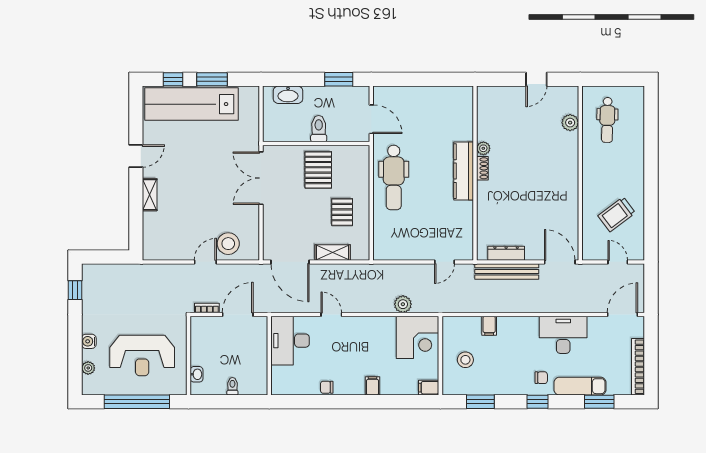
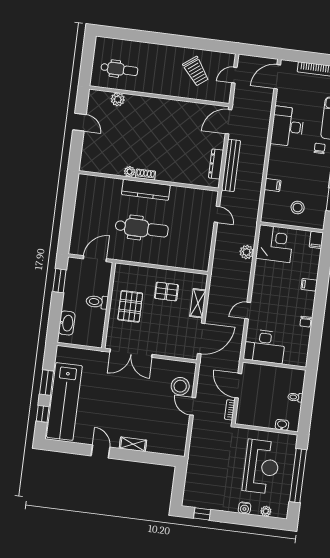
pallet: (318, 170) -> (130, 306), turned 90
dental chair: (394, 177) -> (142, 228), moved
door: (622, 315) -> (277, 77), hinge flipped

